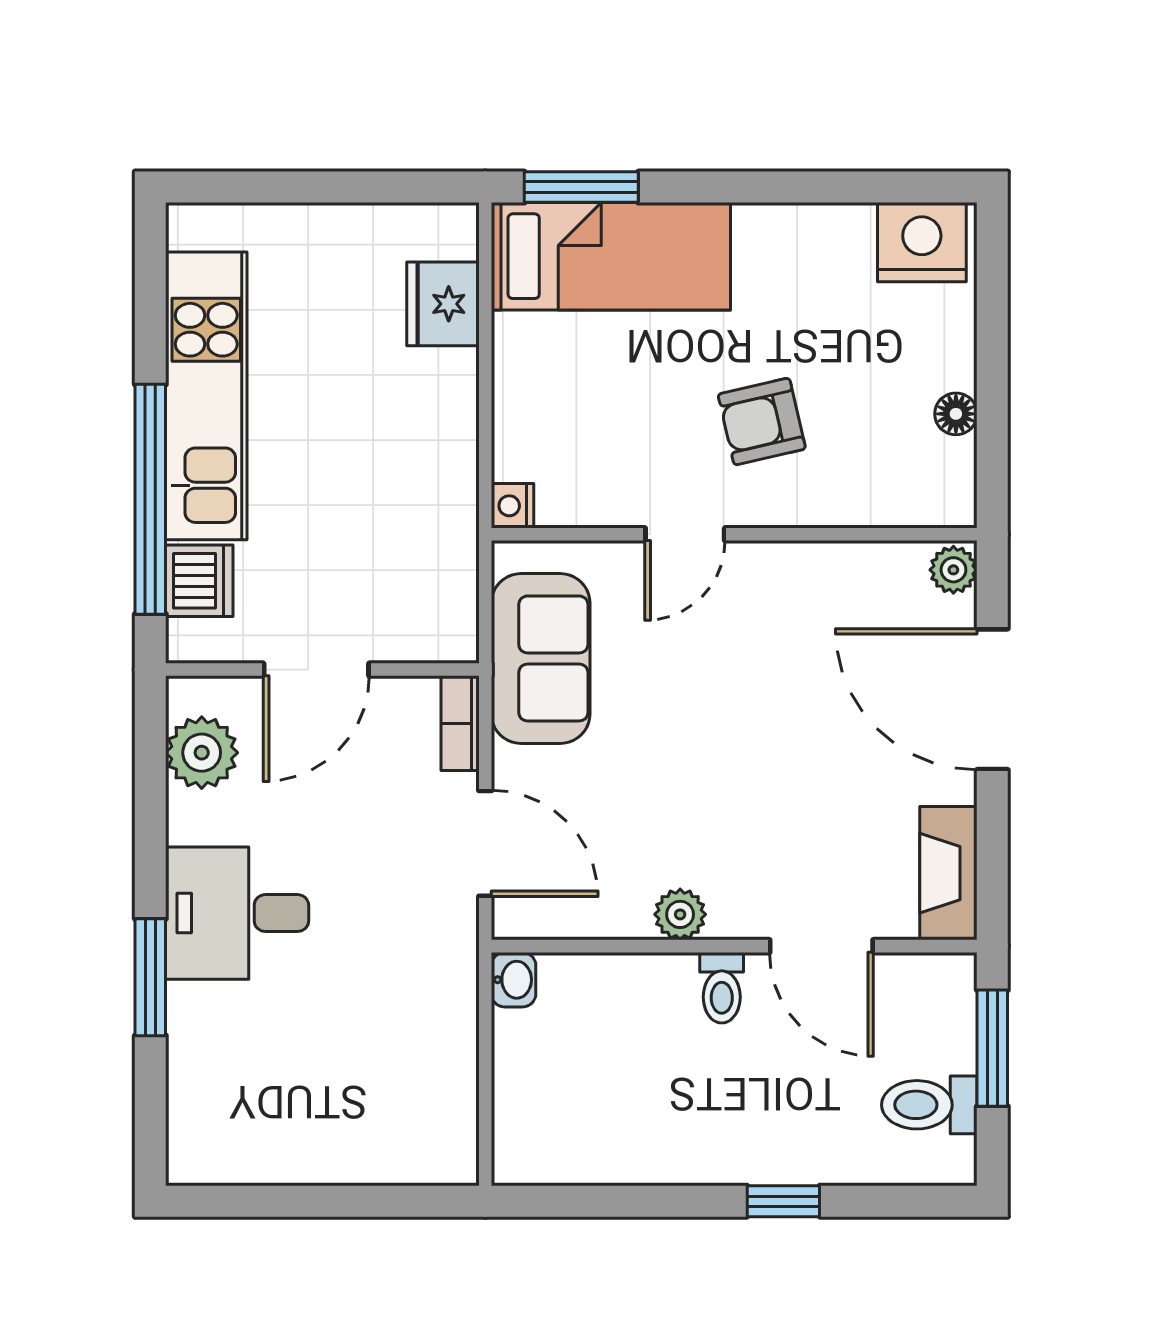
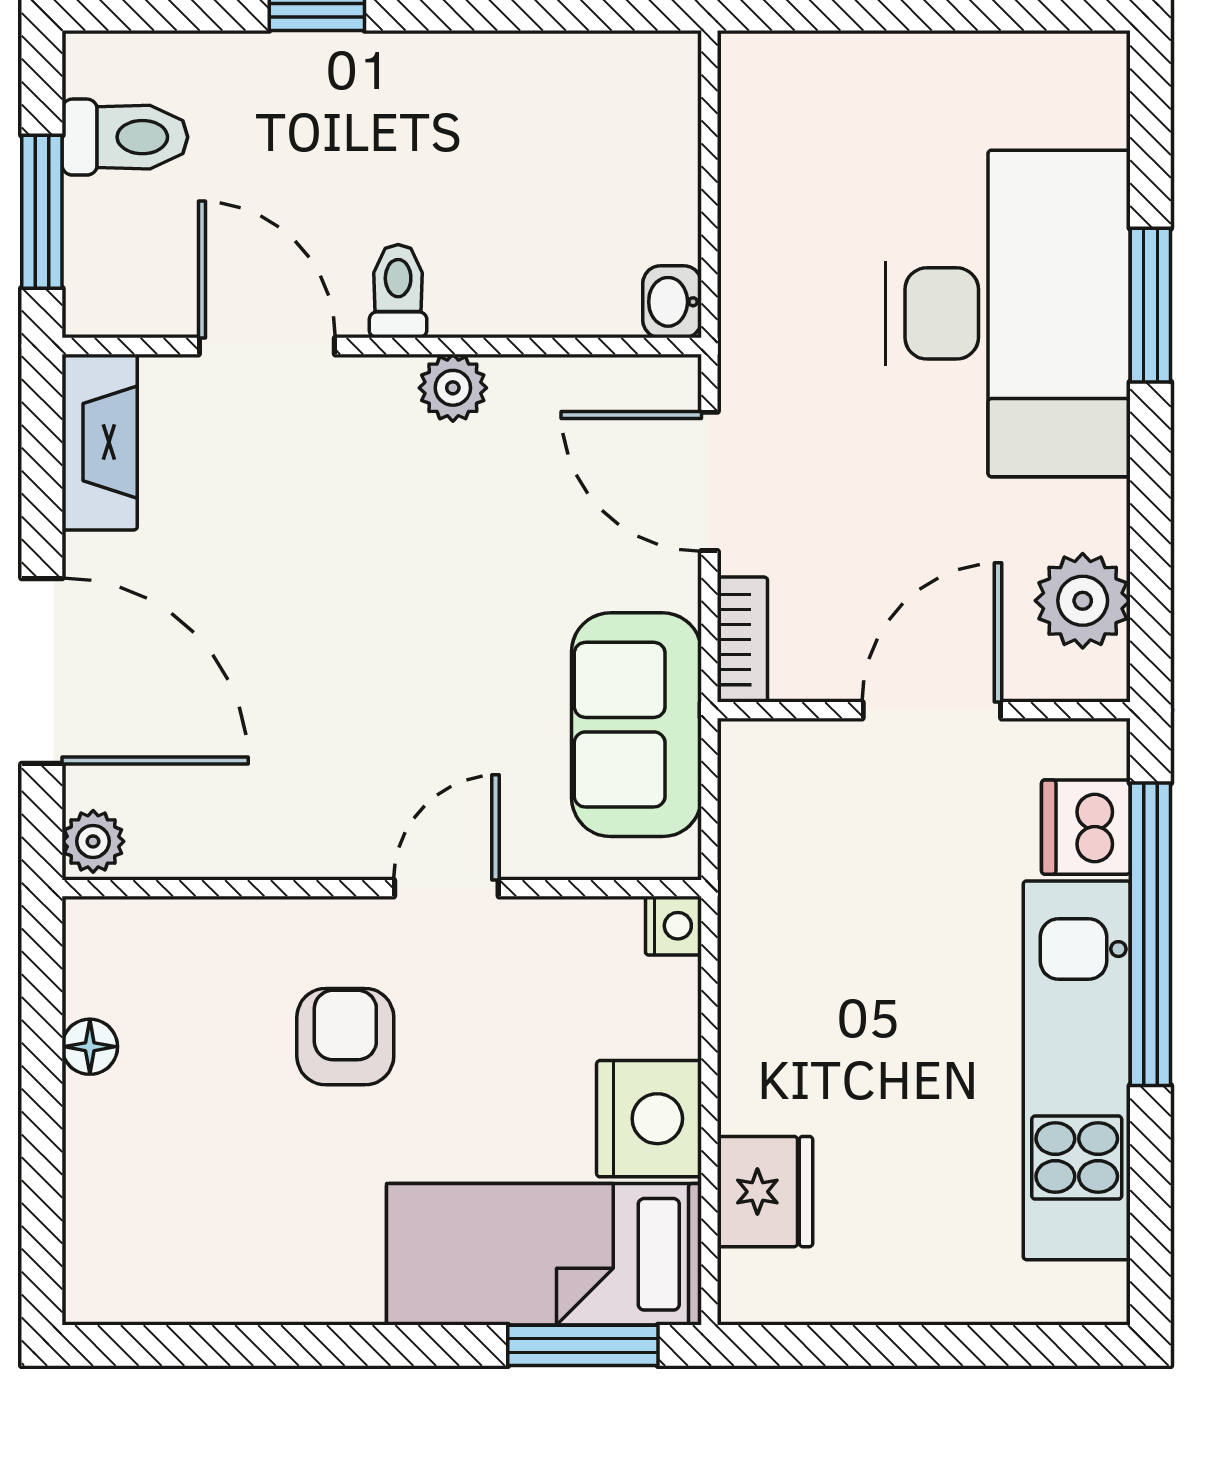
nightstand: (922, 242) -> (649, 1119), moved, turned -90
armchair: (762, 422) -> (345, 1037), turned -77
desk: (237, 913) -> (1008, 313), width x1.87, depth x1.30

